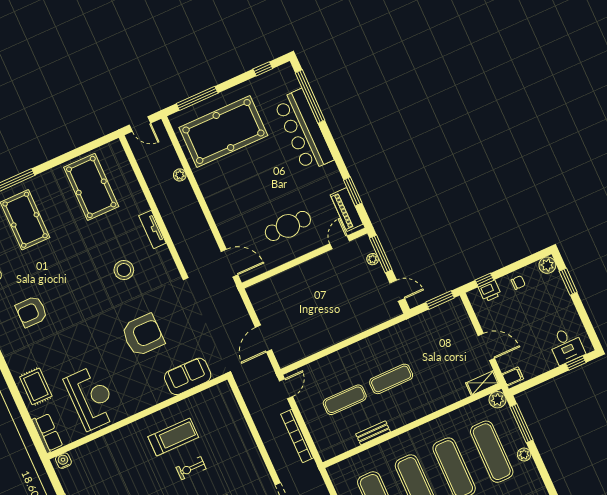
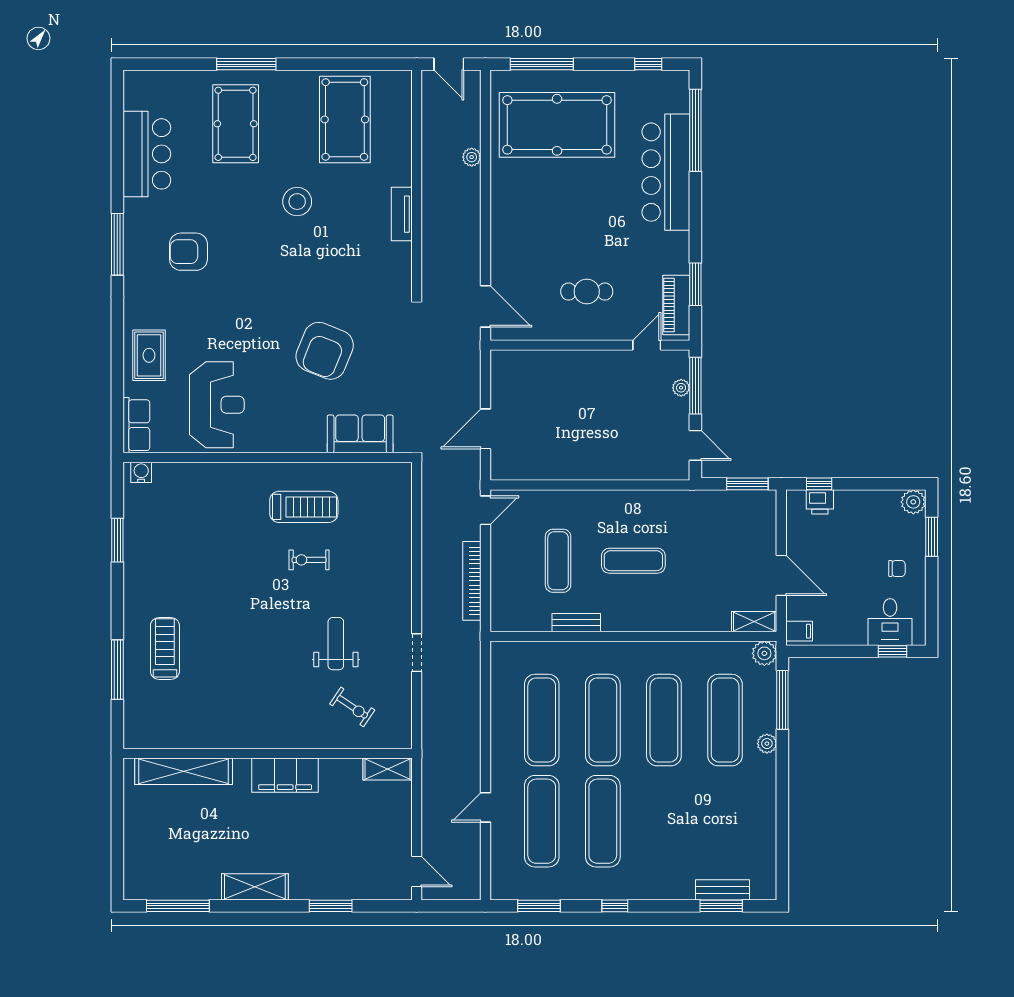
cafe table: (288, 226) -> (587, 292), width x0.73, depth x0.74
stool: (124, 270) -> (297, 202), moved
chair: (518, 283) -> (897, 568), moved
armchair: (143, 335) -> (325, 351), turned 112
exercise mat: (345, 400) -> (558, 561), turned 90

